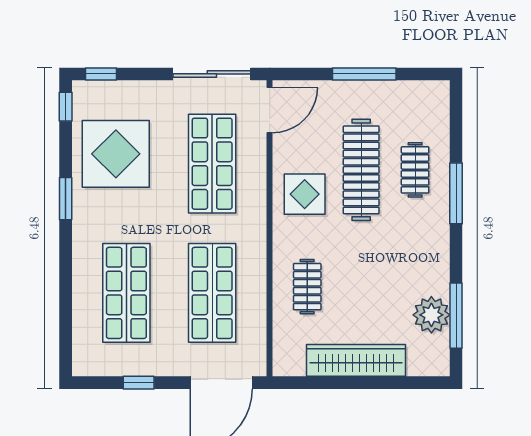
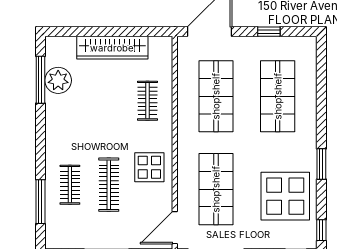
clothes rail: (361, 170) -> (109, 185), width x0.73, depth x0.76
window: (456, 193) -> (40, 202), moved

